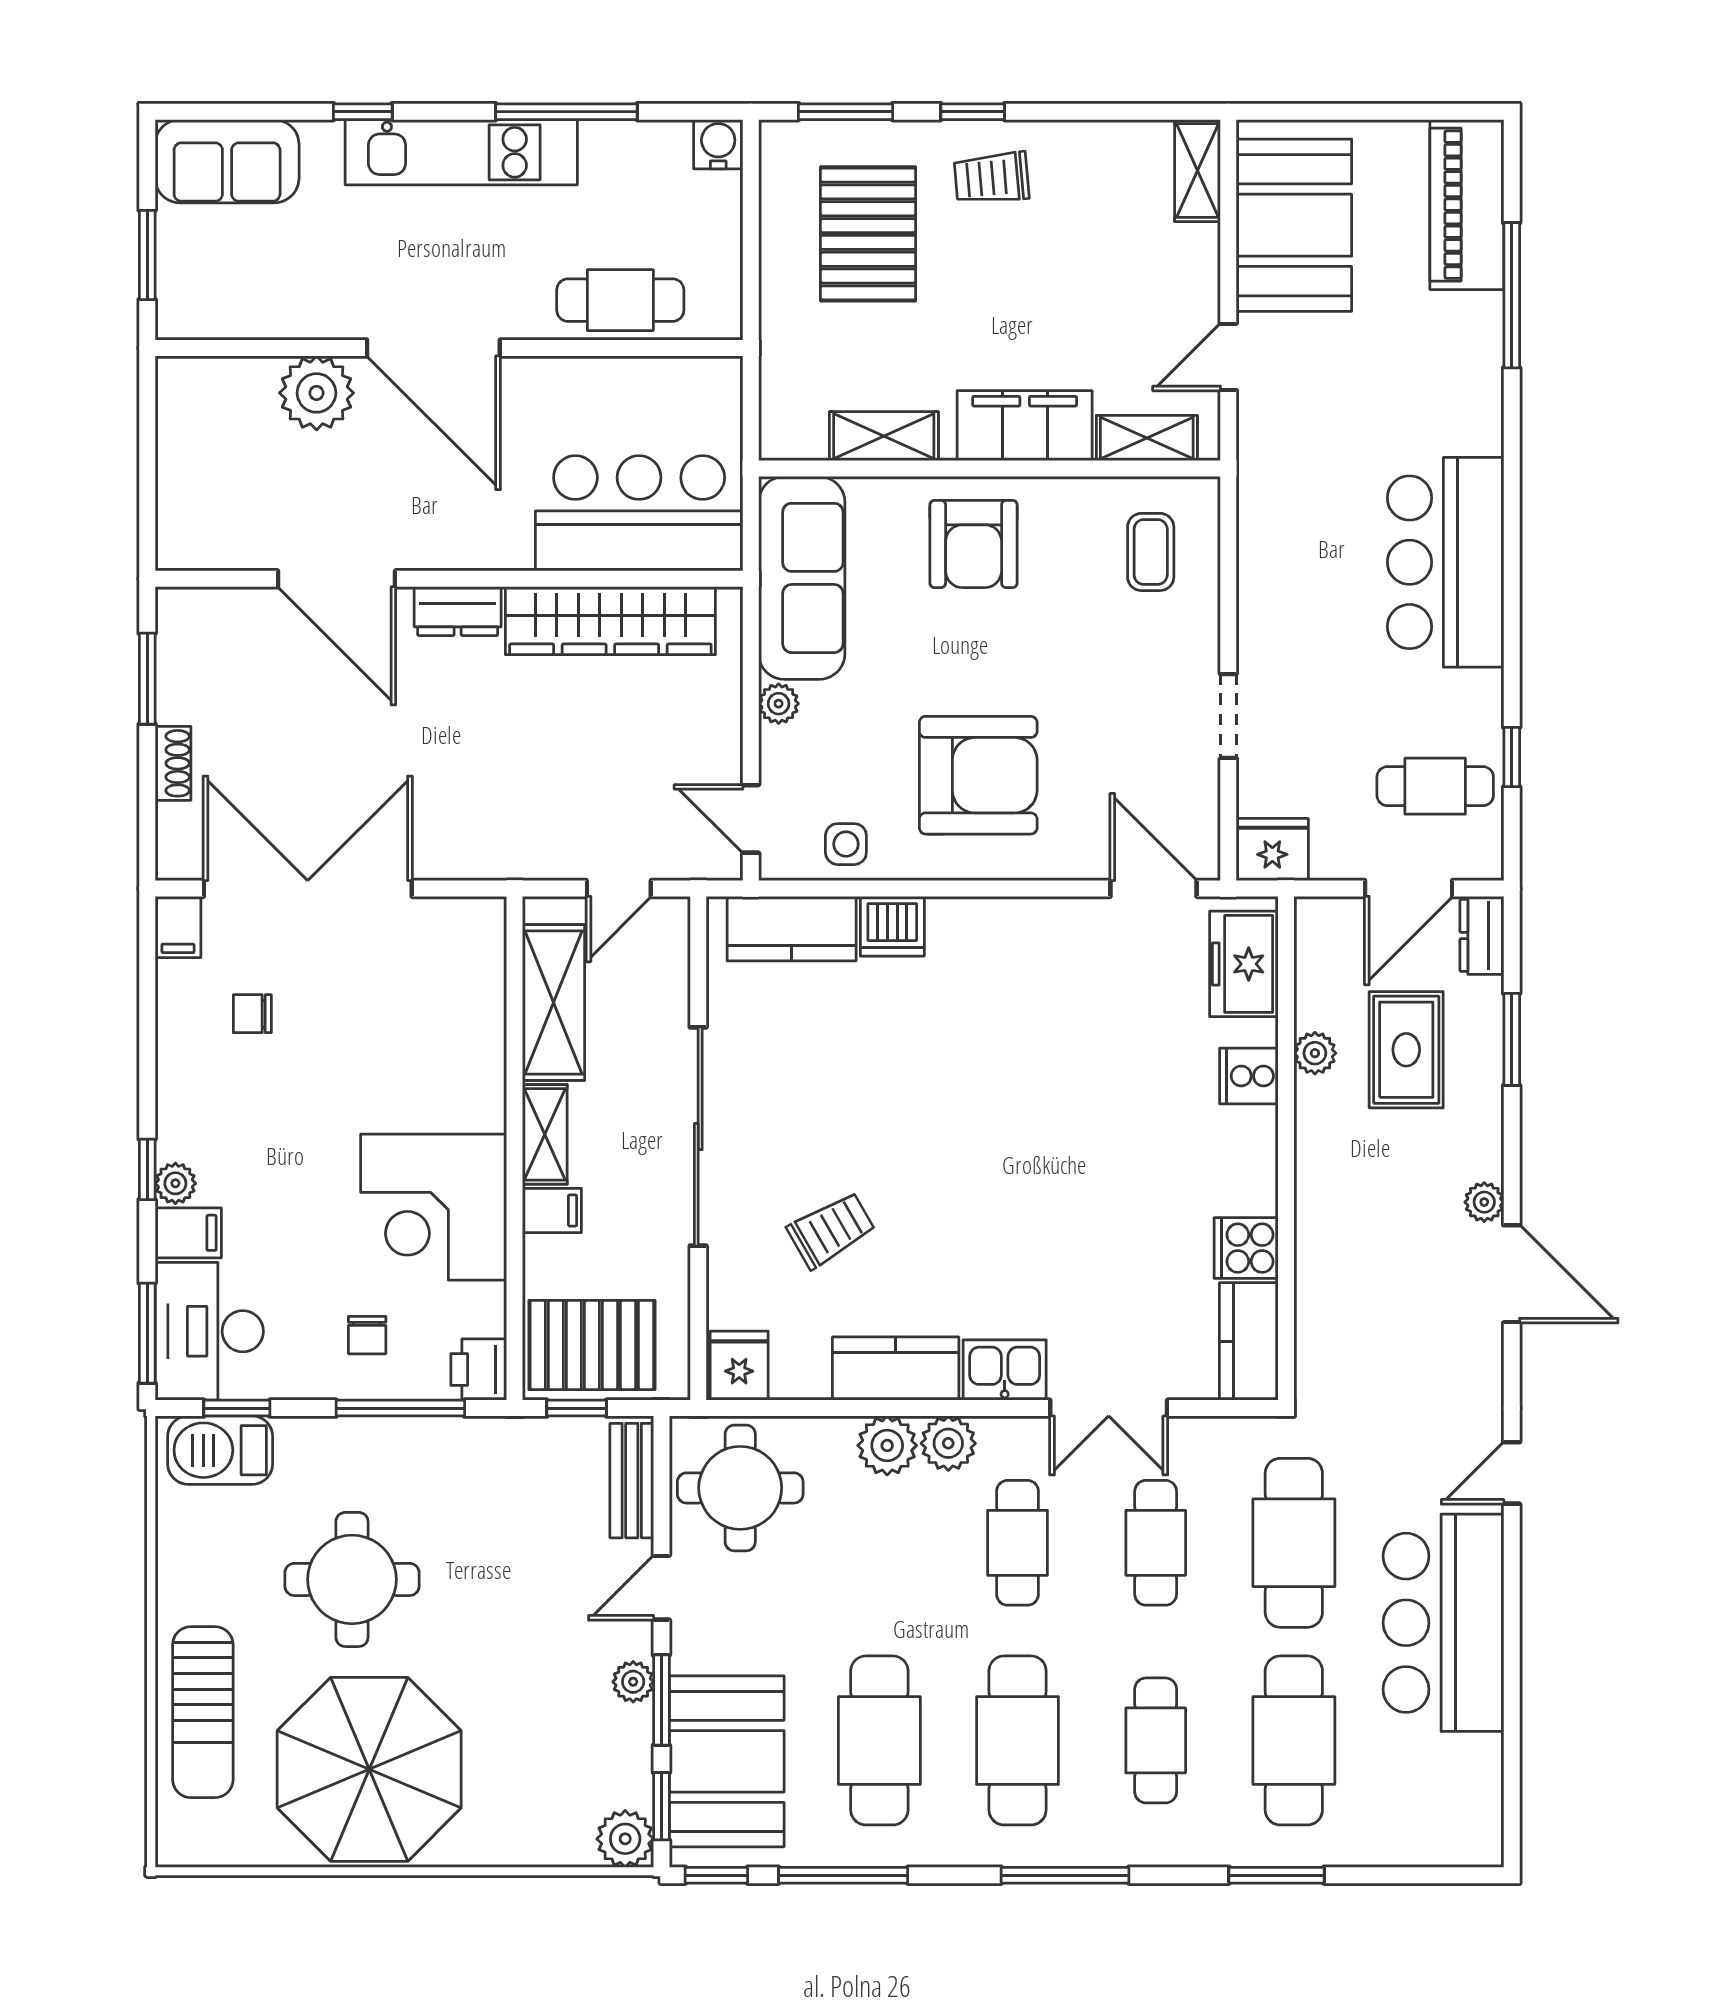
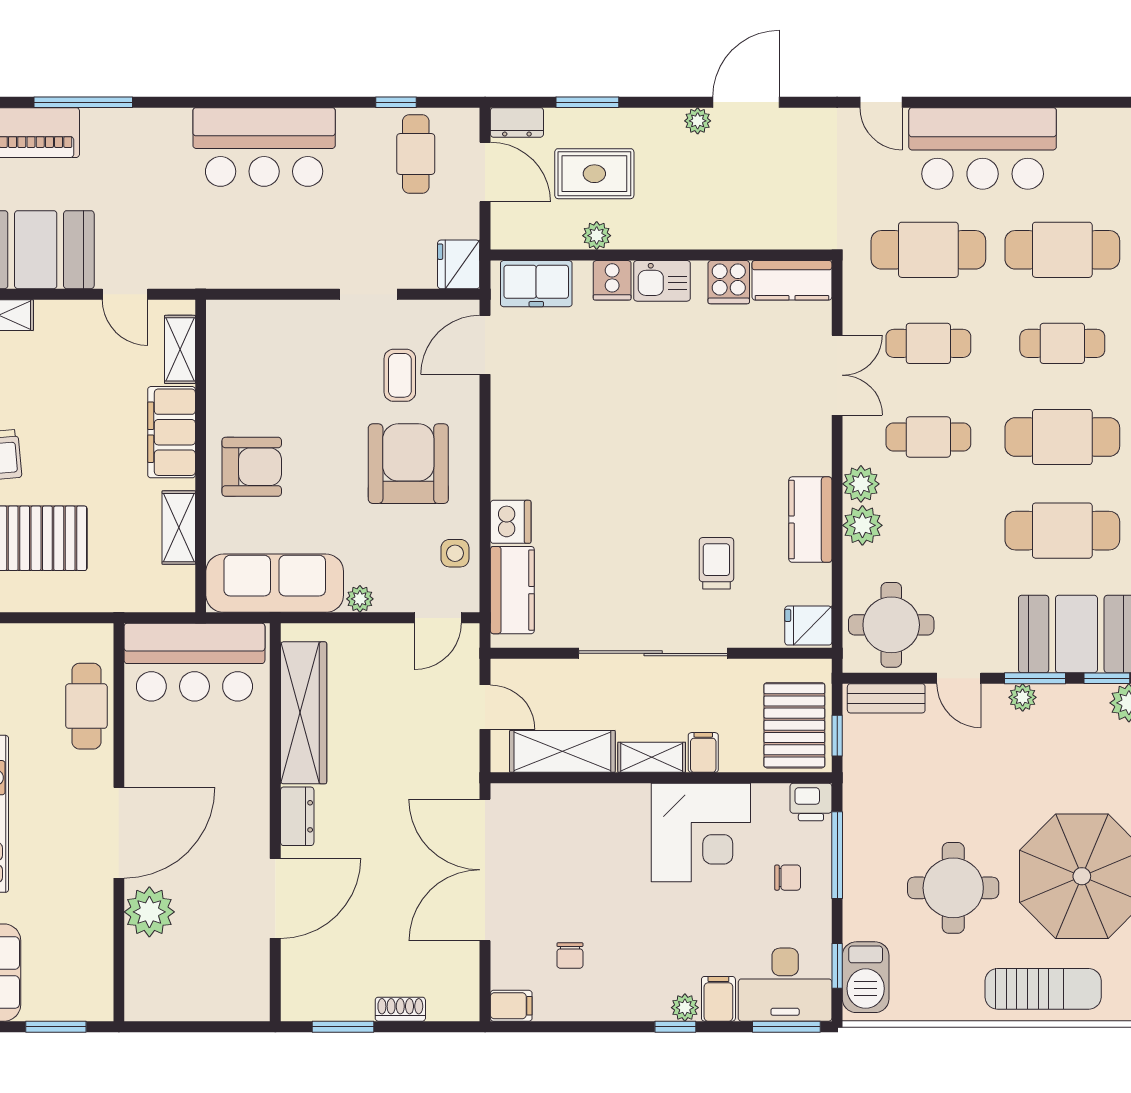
bar counter: (639, 513) -> (194, 662), moved, turned -90
coffee table: (1151, 552) -> (400, 375), moved, turned 90
double door: (308, 888) -> (485, 870), moved
trolley: (831, 1230) -> (716, 563), turned 30
kitchen sink: (1005, 1370) -> (662, 281), moved, turned -90

